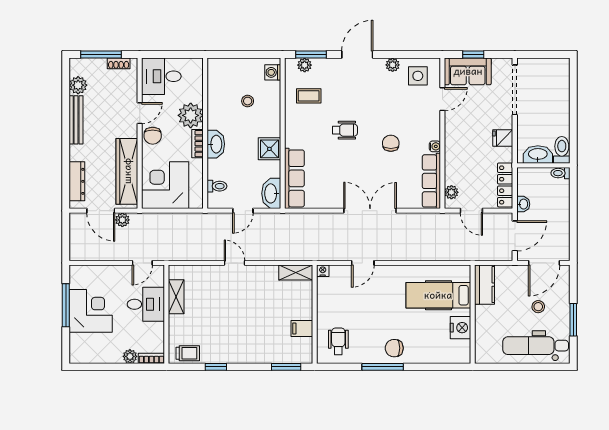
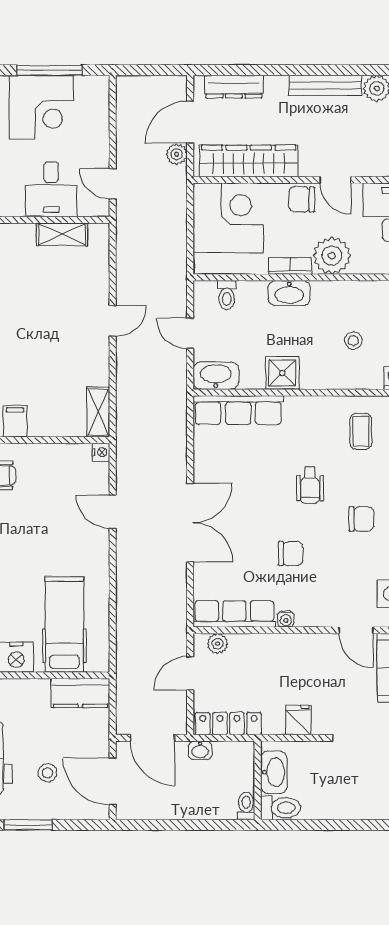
chair: (368, 96) -> (361, 519), added

